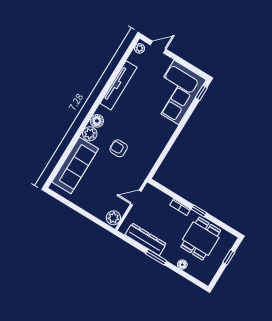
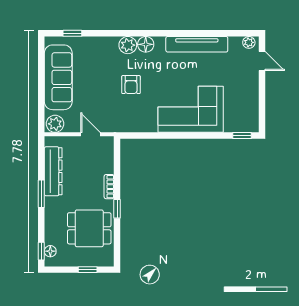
corner sofa: (176, 92) -> (191, 109), moved
armchair: (119, 148) -> (131, 85), turned 180
sofa: (75, 165) -> (58, 77), moved, turned -90
window: (58, 167) -> (72, 33), added
floor lamp: (182, 265) -> (50, 251), moved
window: (196, 282) -> (41, 251), added

